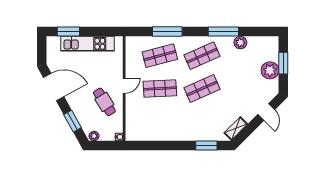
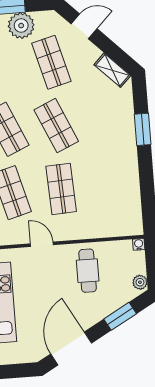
door: (124, 86) -> (42, 244), moved
shop shelf: (244, 89) -> (51, 62), added
cafe table: (104, 102) -> (88, 271), turned -58
window: (206, 145) -> (143, 129), moved

